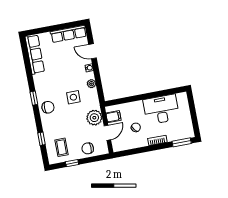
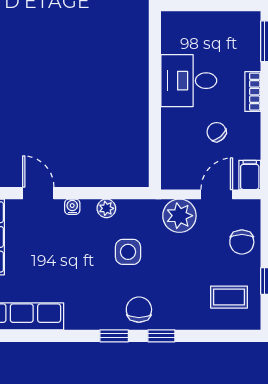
door: (93, 51) -> (38, 193), swing flipped
desk: (161, 109) -> (189, 81), width x0.73
filing cabinet: (113, 117) -> (250, 175), moved
door: (107, 133) -> (217, 194), hinge flipped
window: (41, 139) -> (161, 336), moved

